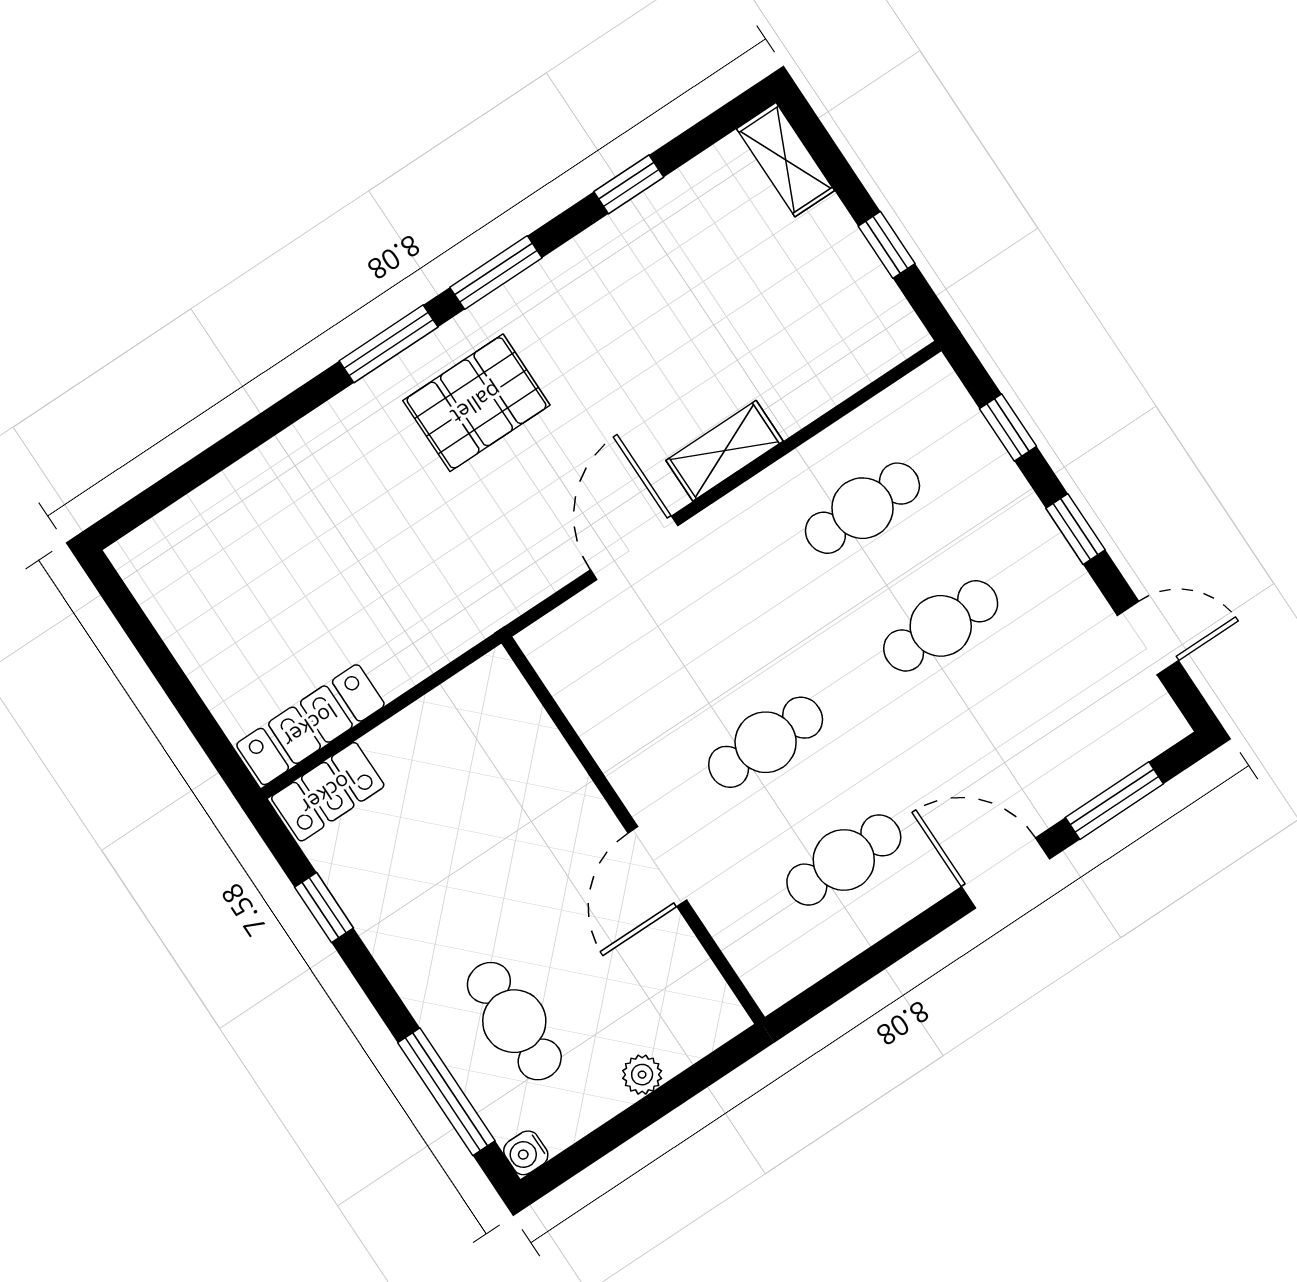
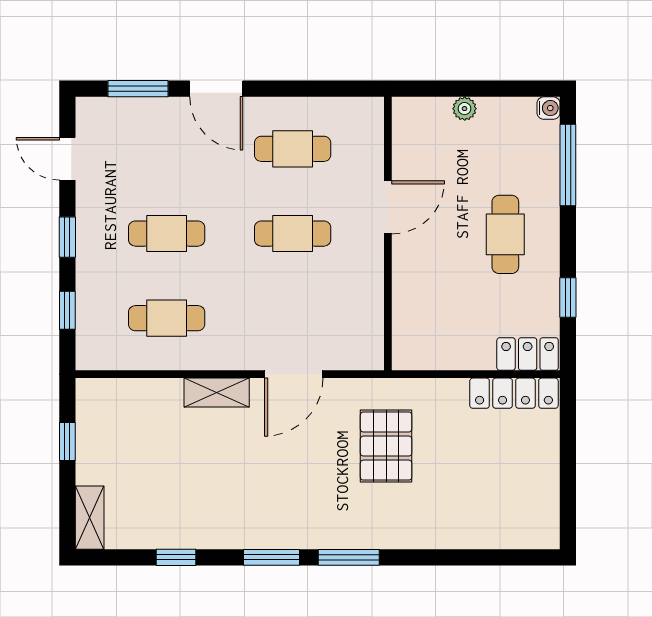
pallet: (476, 403) -> (386, 446), moved, turned 90
cafe table: (514, 1021) -> (505, 234), moved

